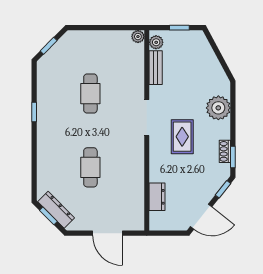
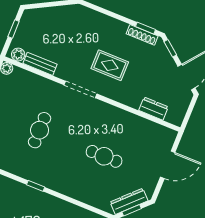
cafe table: (90, 94) -> (40, 130), turned 90
plant: (218, 108) -> (97, 23), removed
shoe rack: (225, 151) -> (142, 35), width x1.43

